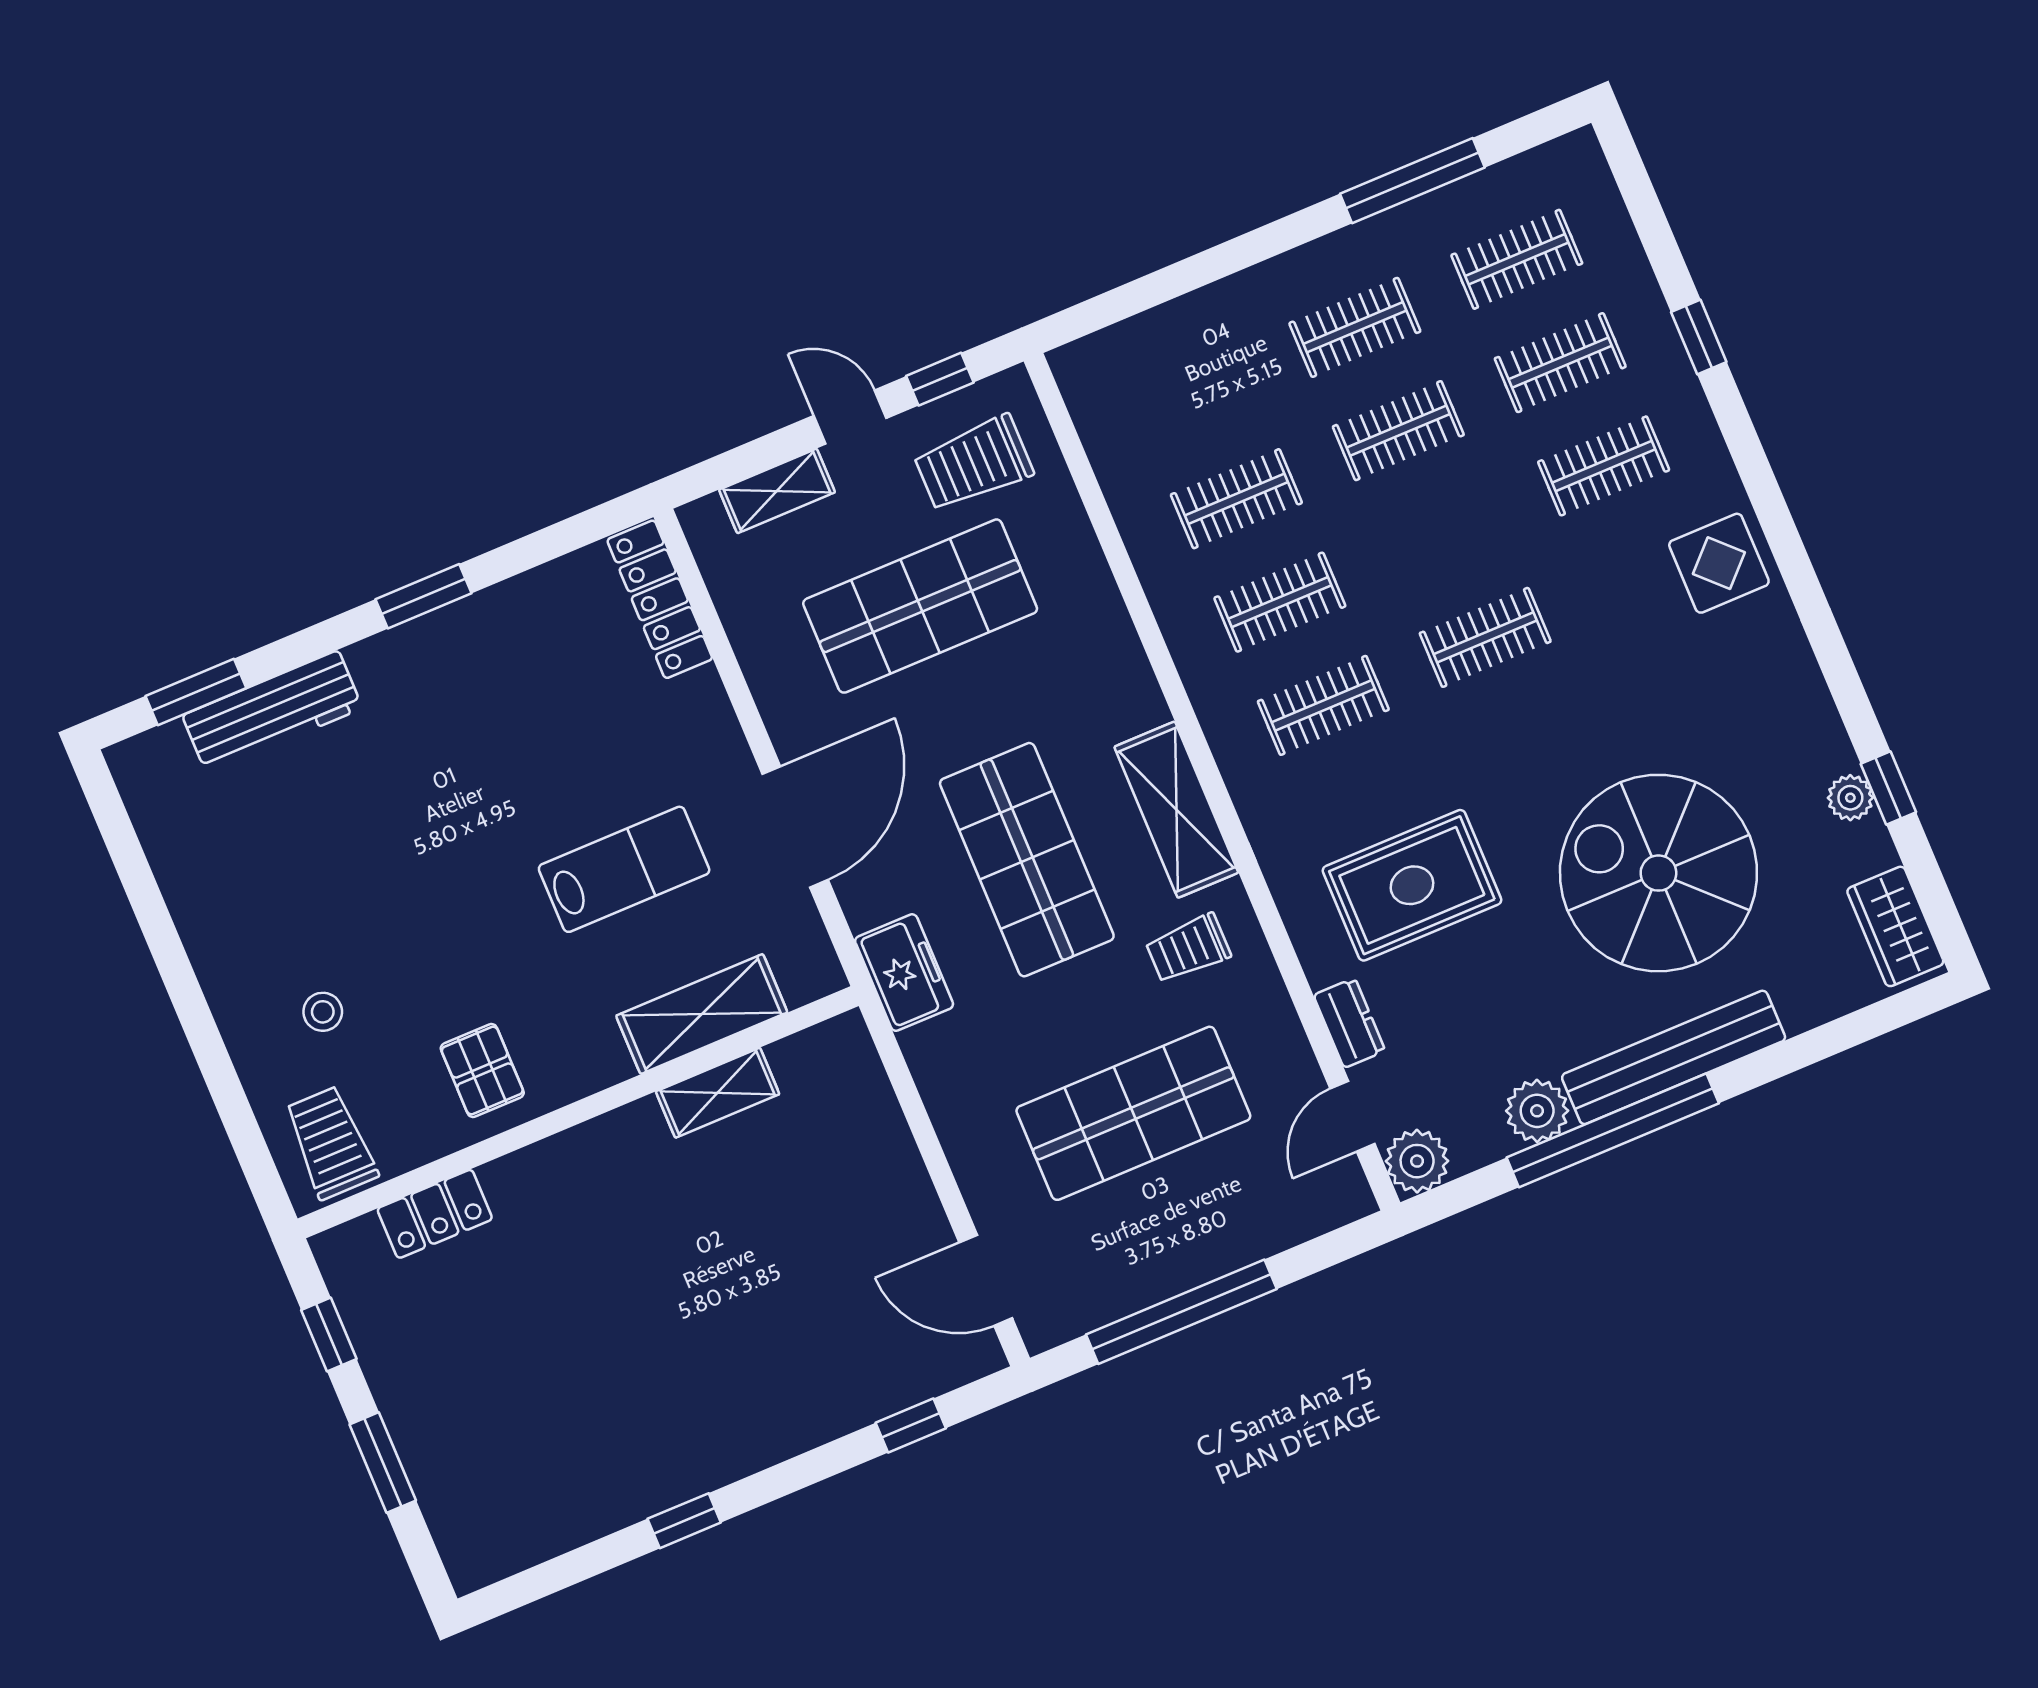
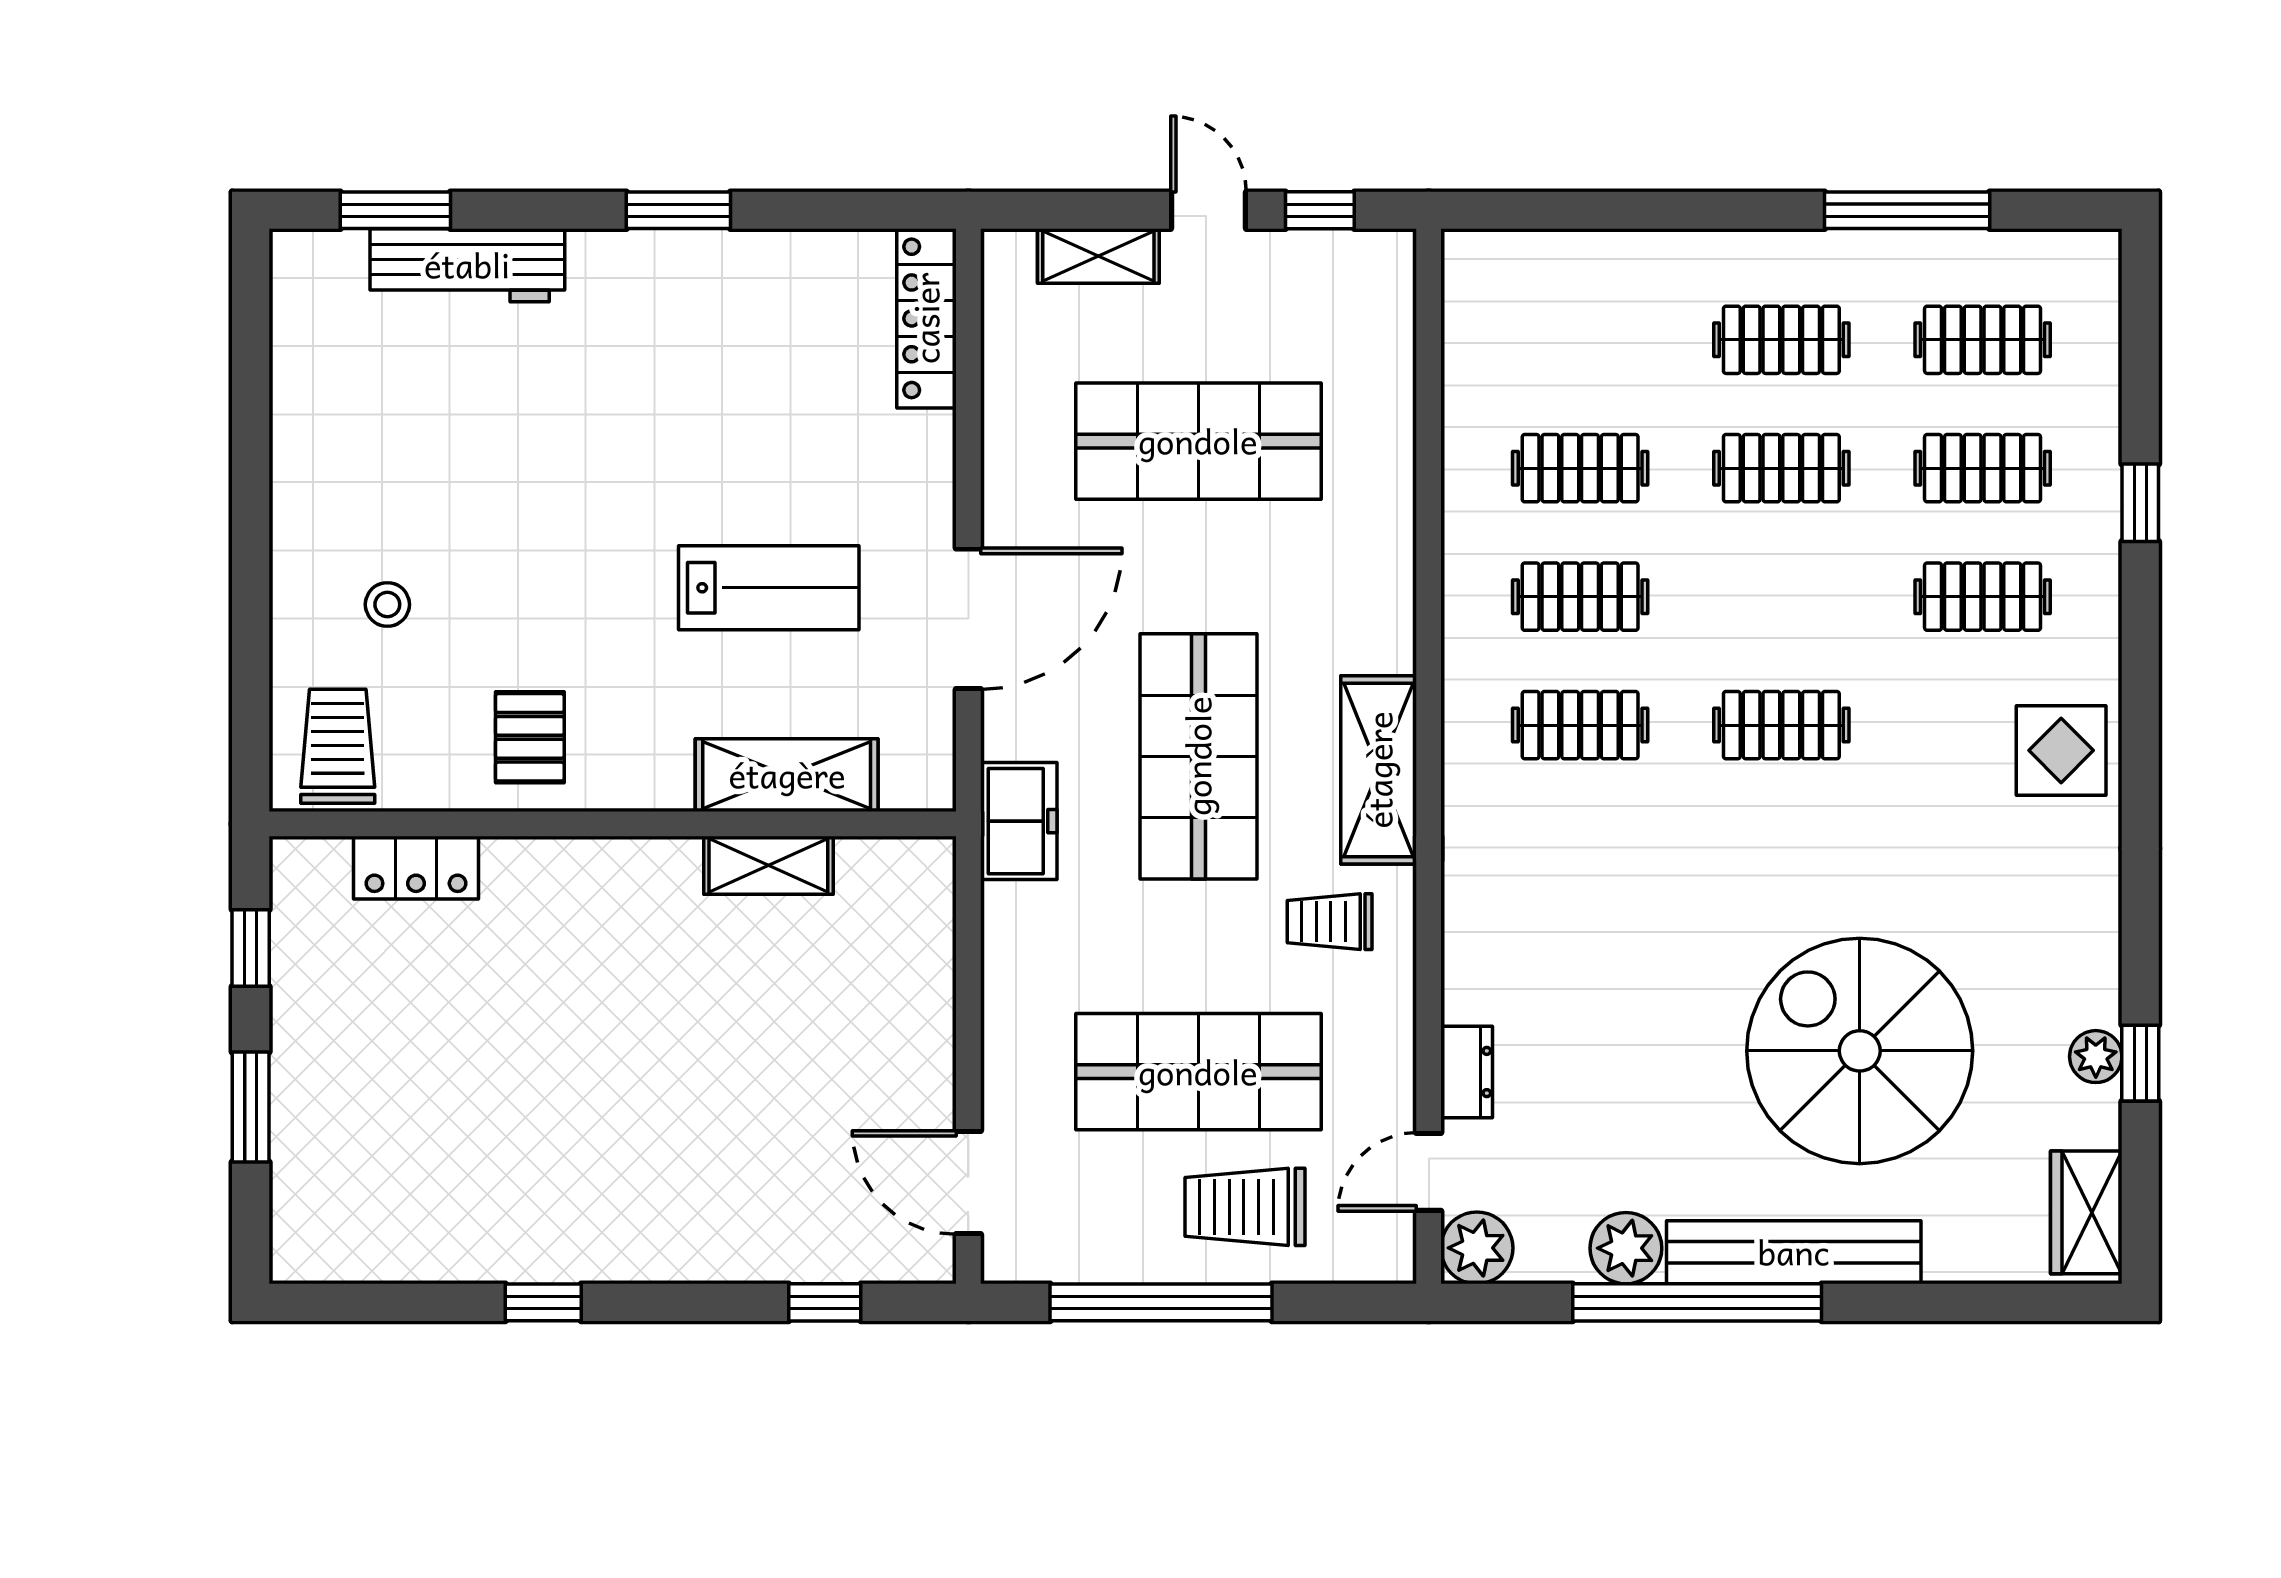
trolley: (974, 463) -> (1245, 1207), moved
rug: (1412, 885) -> (1594, 954), removed

